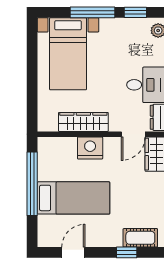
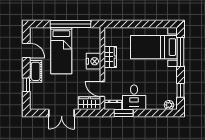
window: (92, 12) -> (181, 52), moved
wardrobe: (83, 122) -> (110, 57), width x0.67
cot: (140, 238) -> (36, 71), moved

